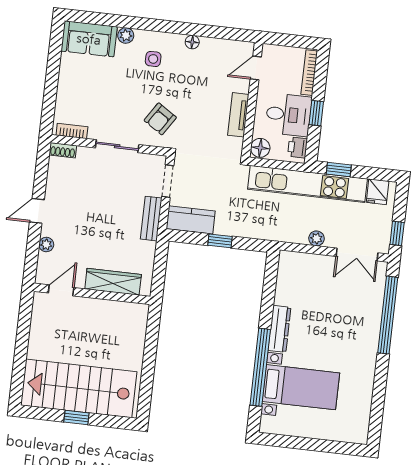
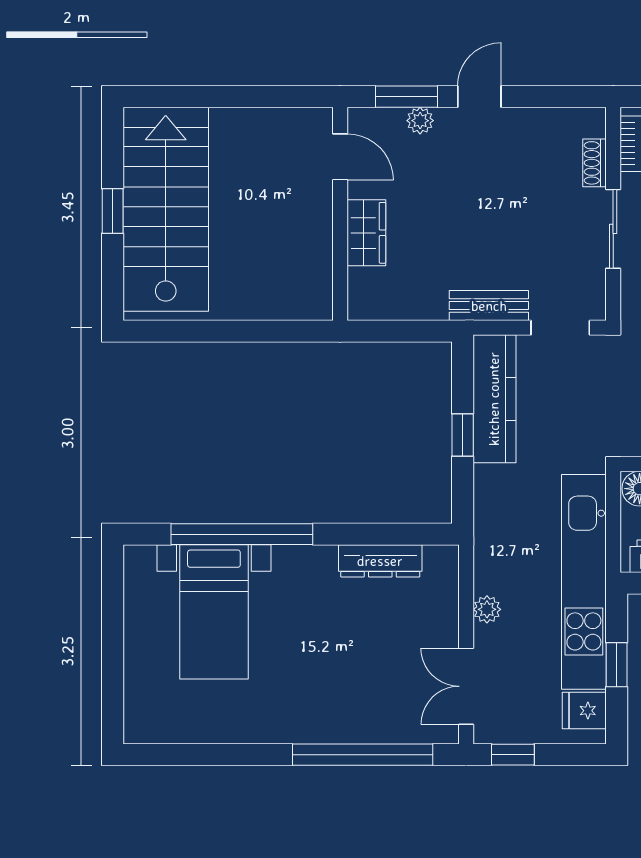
shoe rack: (63, 150) -> (594, 163), moved
window: (339, 169) -> (617, 665), moved
door: (37, 211) -> (479, 97), hinge flipped
kitchen counter: (191, 220) -> (494, 399), width x1.50
window: (32, 250) -> (406, 97), added
wardrobe: (113, 282) -> (366, 233), width x0.67
dresser: (279, 329) -> (380, 561), moved

